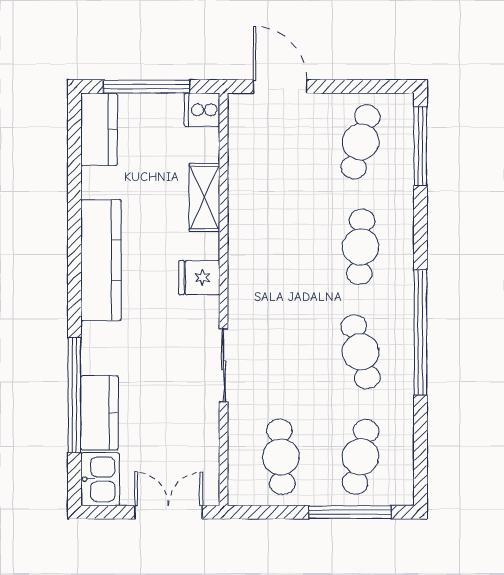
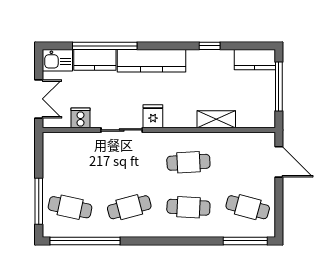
door: (280, 87) -> (279, 162), hinge flipped
cooker: (202, 110) -> (80, 118), moved
window: (74, 209) -> (210, 46), added
kitchen counter: (101, 260) -> (151, 61), moved
fridge: (199, 278) -> (153, 116), moved
window: (420, 333) -> (85, 241), moved
cafe table: (281, 457) -> (188, 162), moved

